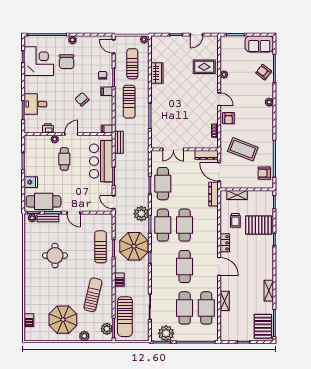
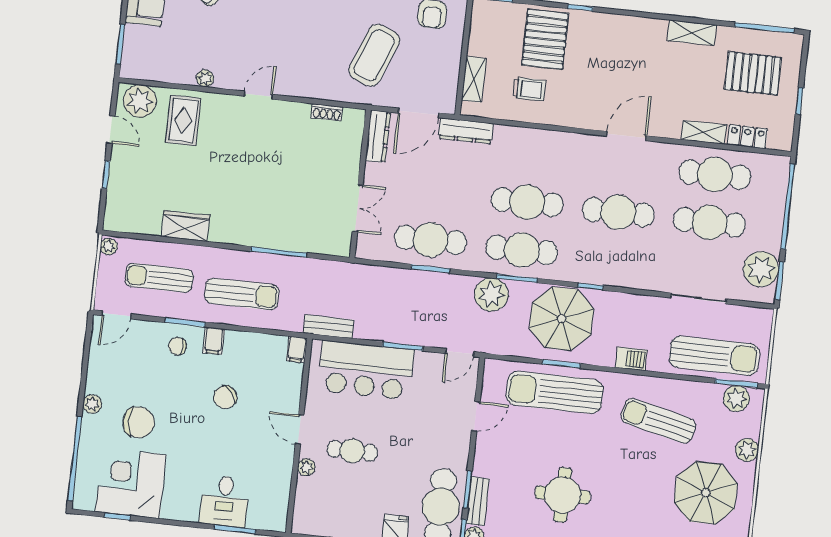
plant: (211, 46) -> (140, 101), added
armchair: (228, 118) -> (302, 79), removed
printer: (48, 128) -> (281, 480), removed
door: (74, 213) -> (476, 416), moved
locker: (225, 243) -> (747, 137), moved
sun lounger: (101, 247) -> (555, 392), width x1.36, depth x1.34
pallet: (263, 326) -> (753, 73), moved

